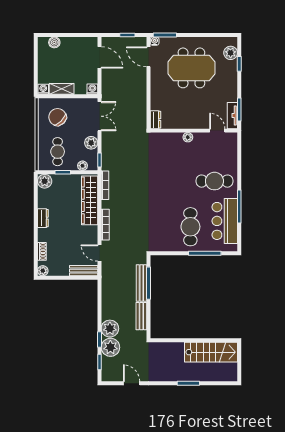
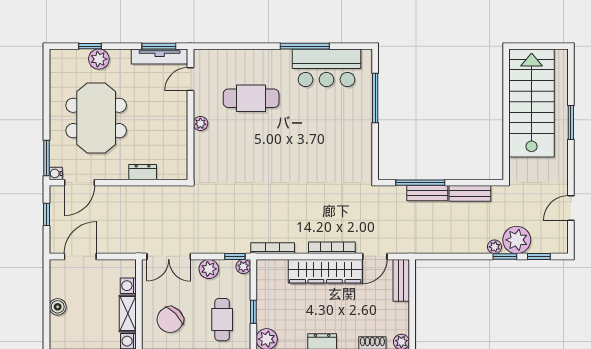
boiler: (54, 42) -> (58, 307), moved
plant: (231, 53) -> (99, 59), moved
washing machine: (92, 89) -> (128, 286), moved
double door: (99, 116) -> (169, 256), swing flipped
tv unit: (232, 116) -> (160, 56), width x1.41
dresser: (155, 120) -> (143, 172), moved
cafe table: (58, 152) -> (222, 320), turned 90
plant: (83, 166) -> (243, 266), moved
cafe table: (214, 181) -> (251, 98), moved, turned 90
wardrobe: (90, 200) -> (325, 271), moved
cafe table: (190, 227) -> (335, 119), removed
bench: (141, 283) -> (427, 193), width x0.73
plant: (110, 329) -> (495, 247), width x0.53, depth x0.53
stairs: (211, 352) -> (532, 103), width x1.36, depth x1.51

